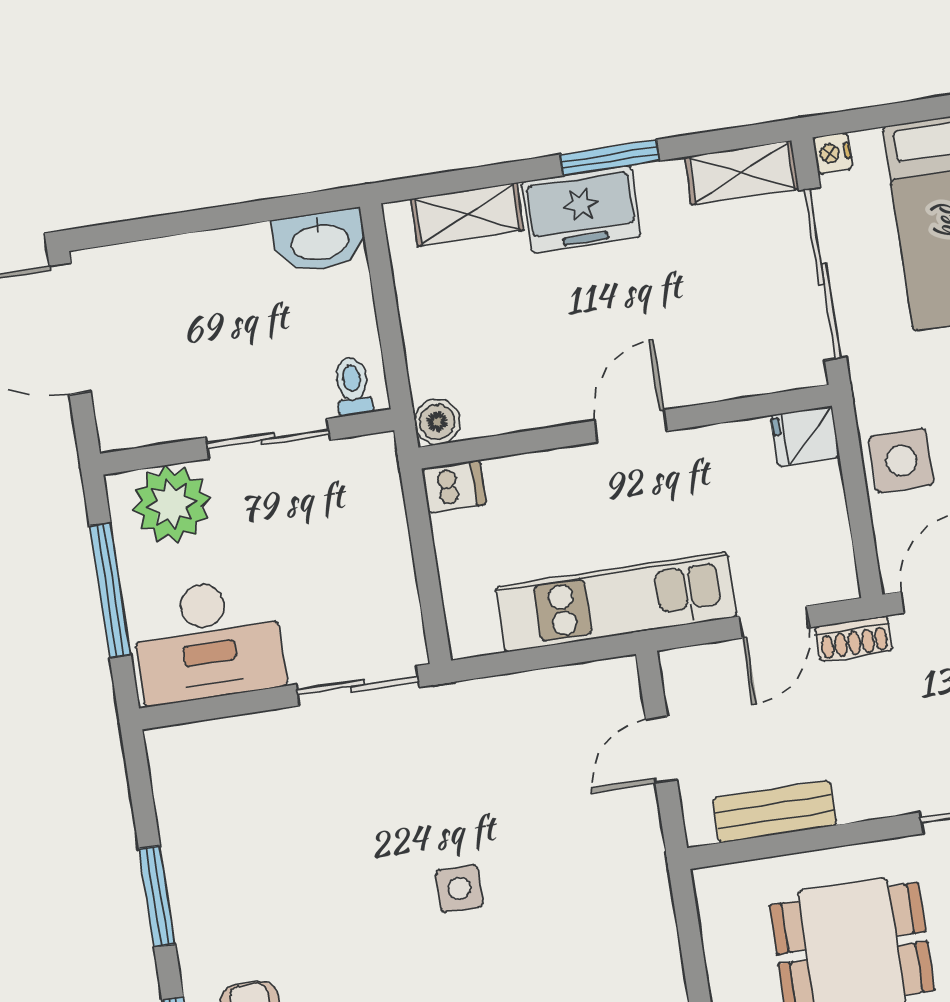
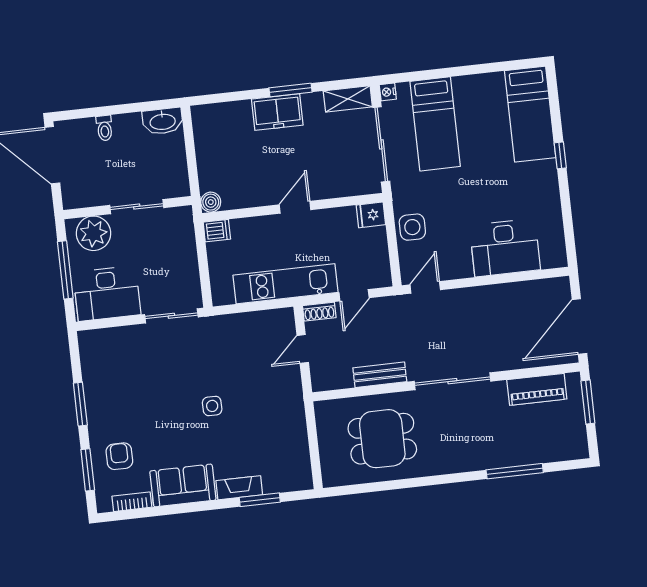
shelving: (467, 215) -> (227, 112), removed
toilet: (353, 386) -> (104, 128), moved, turned 180
shoe rack: (854, 639) -> (319, 312), moved
bench: (775, 812) -> (380, 375), moved

